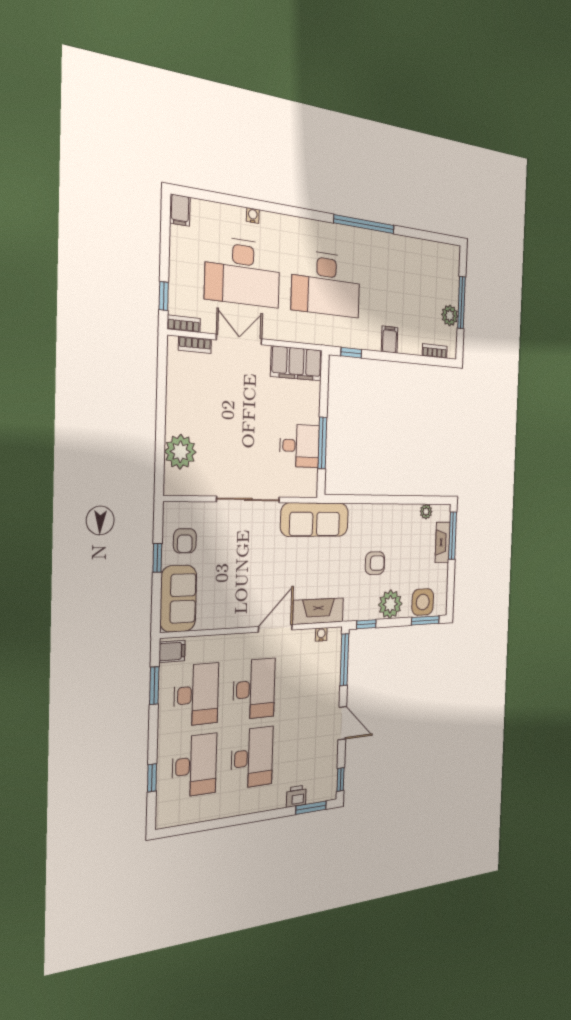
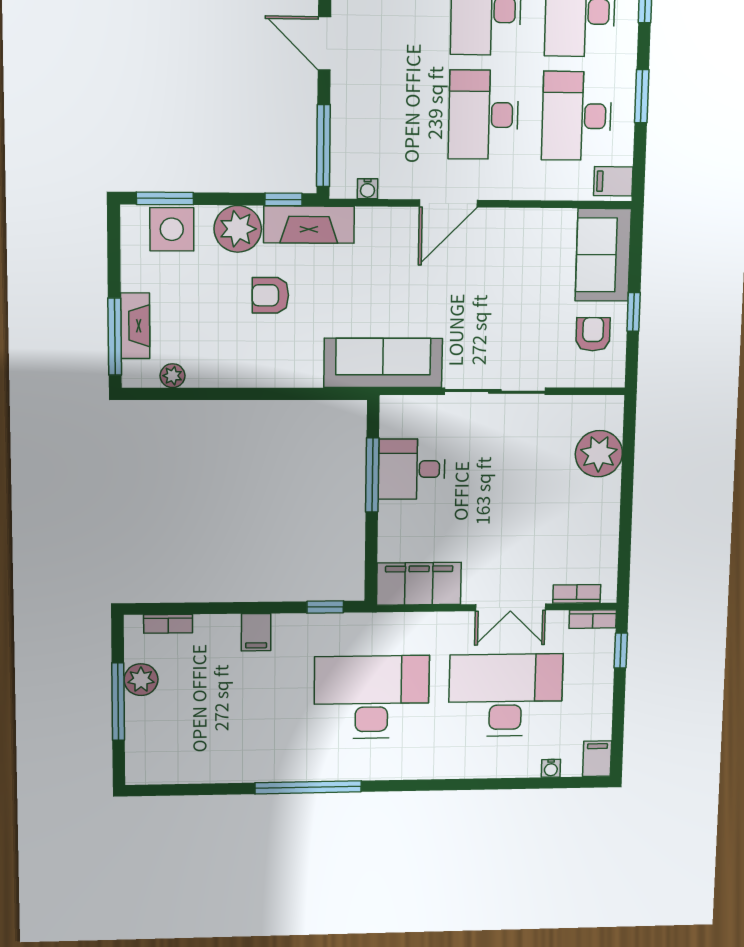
water cooler: (253, 215) -> (551, 768), moved
fireplace: (318, 611) -> (309, 225), moved
window: (154, 686) -> (642, 96), moved

